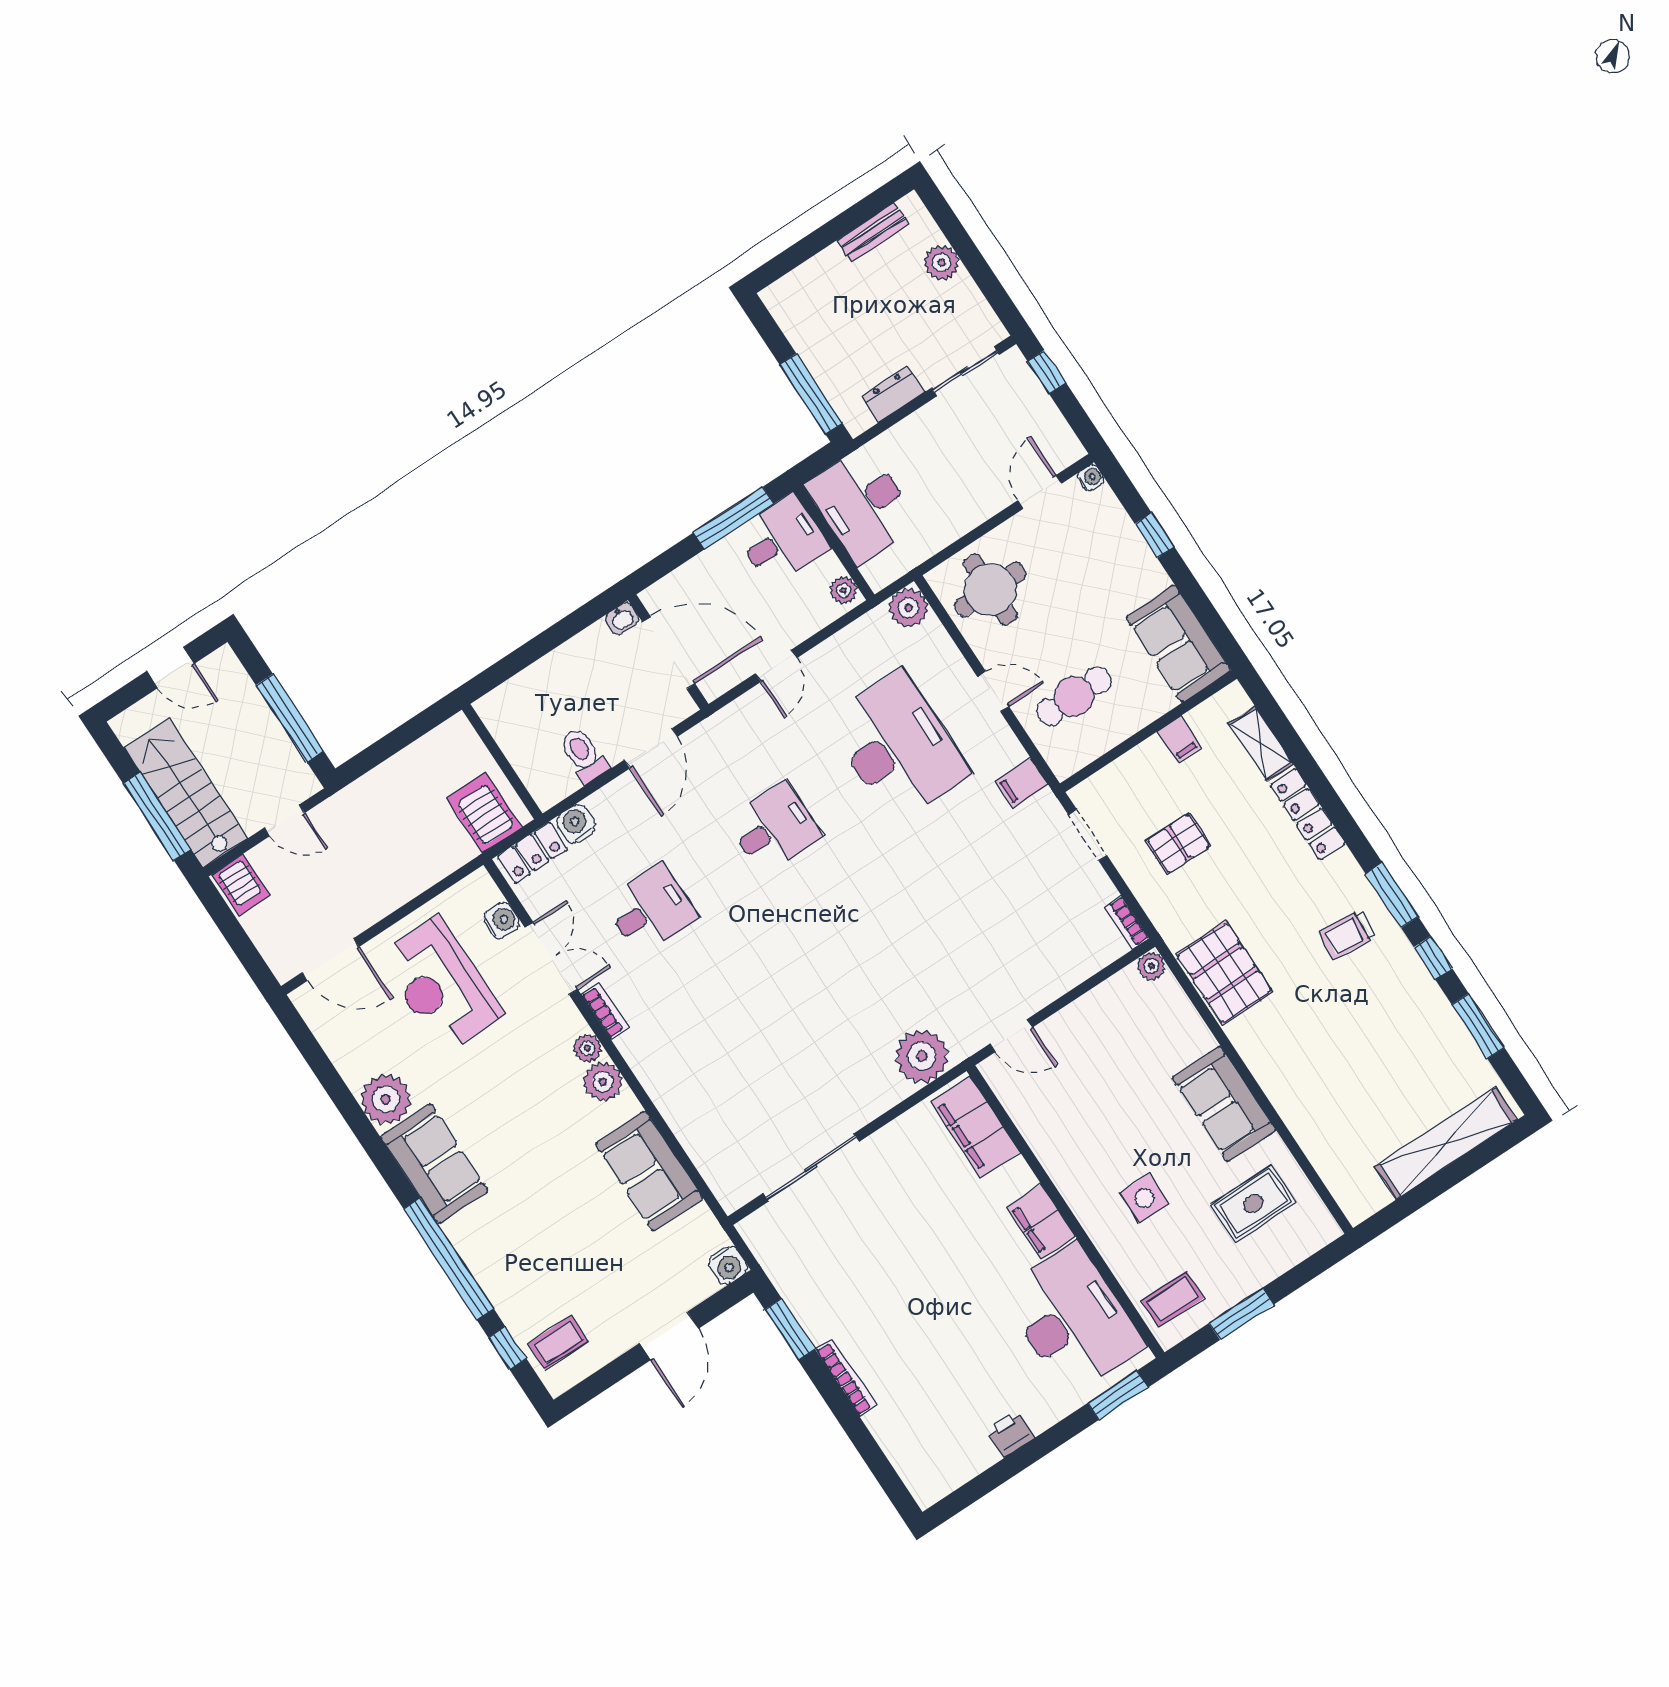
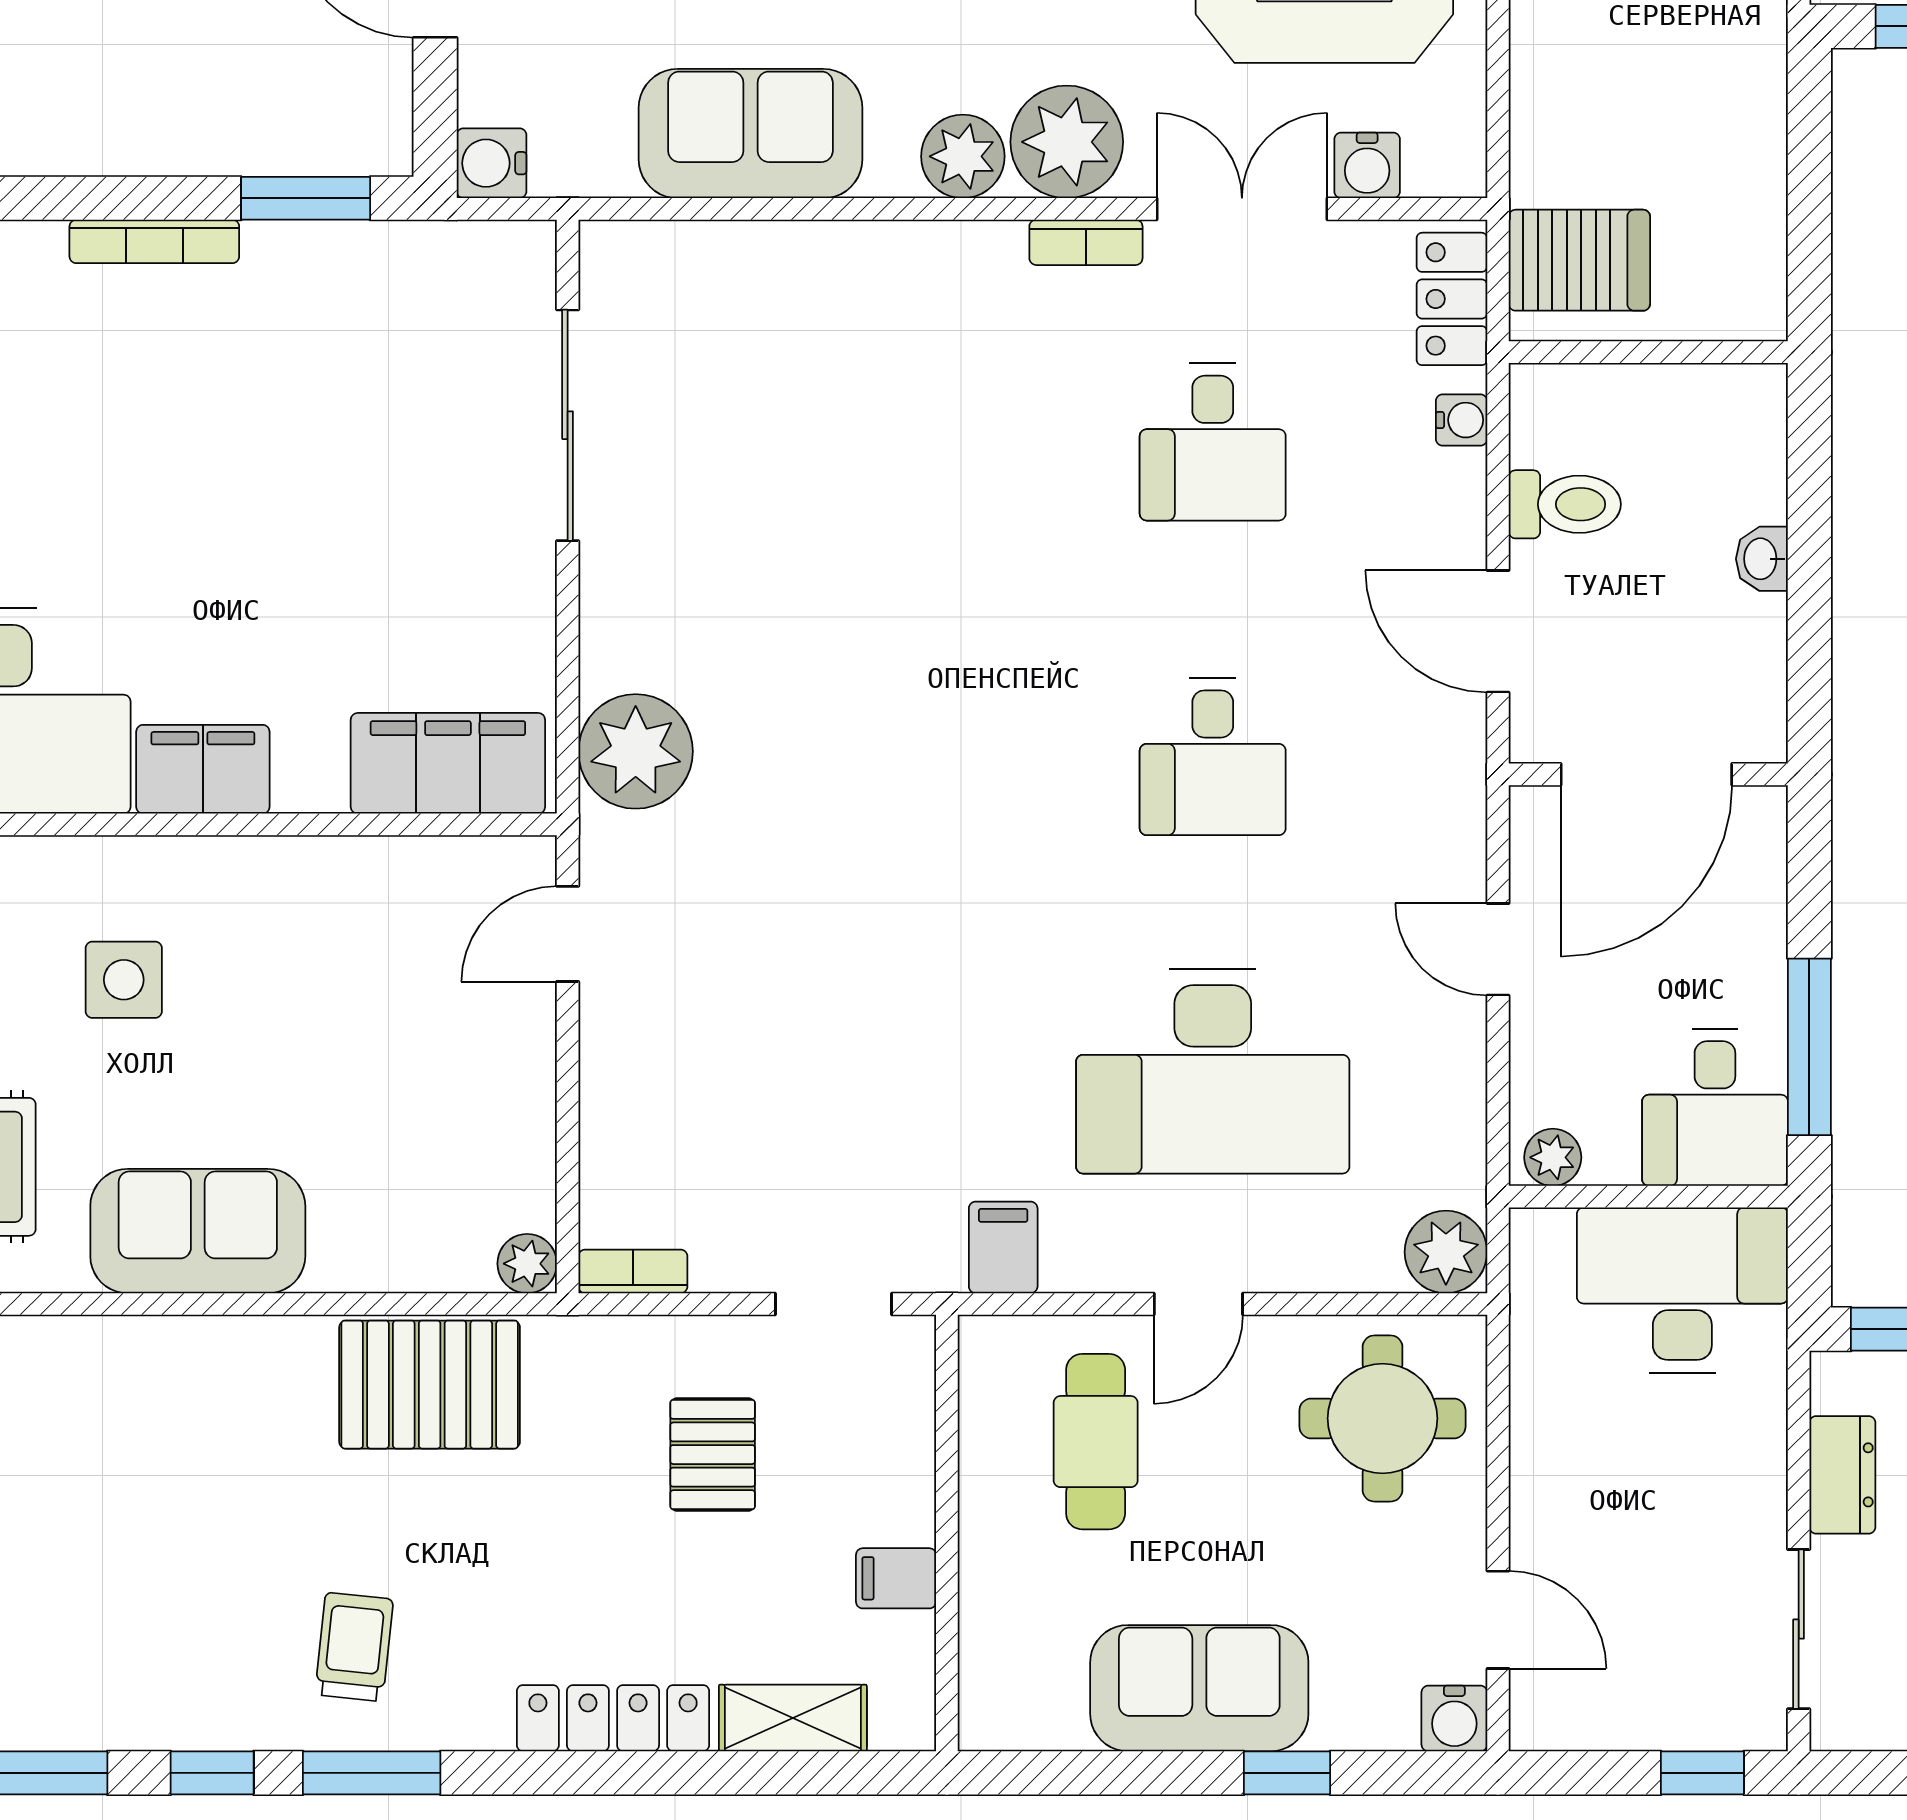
water cooler: (1091, 478) -> (1454, 1718), width x1.38, depth x1.38
washbasin: (622, 619) -> (1762, 559), moved
sofa: (1178, 644) -> (1199, 1688), moved
water cooler: (576, 824) -> (1462, 420), width x0.72, depth x0.72
double door: (551, 958) -> (1242, 209), swing flipped
plant: (587, 1048) -> (1067, 142), width x1.87, depth x1.87

